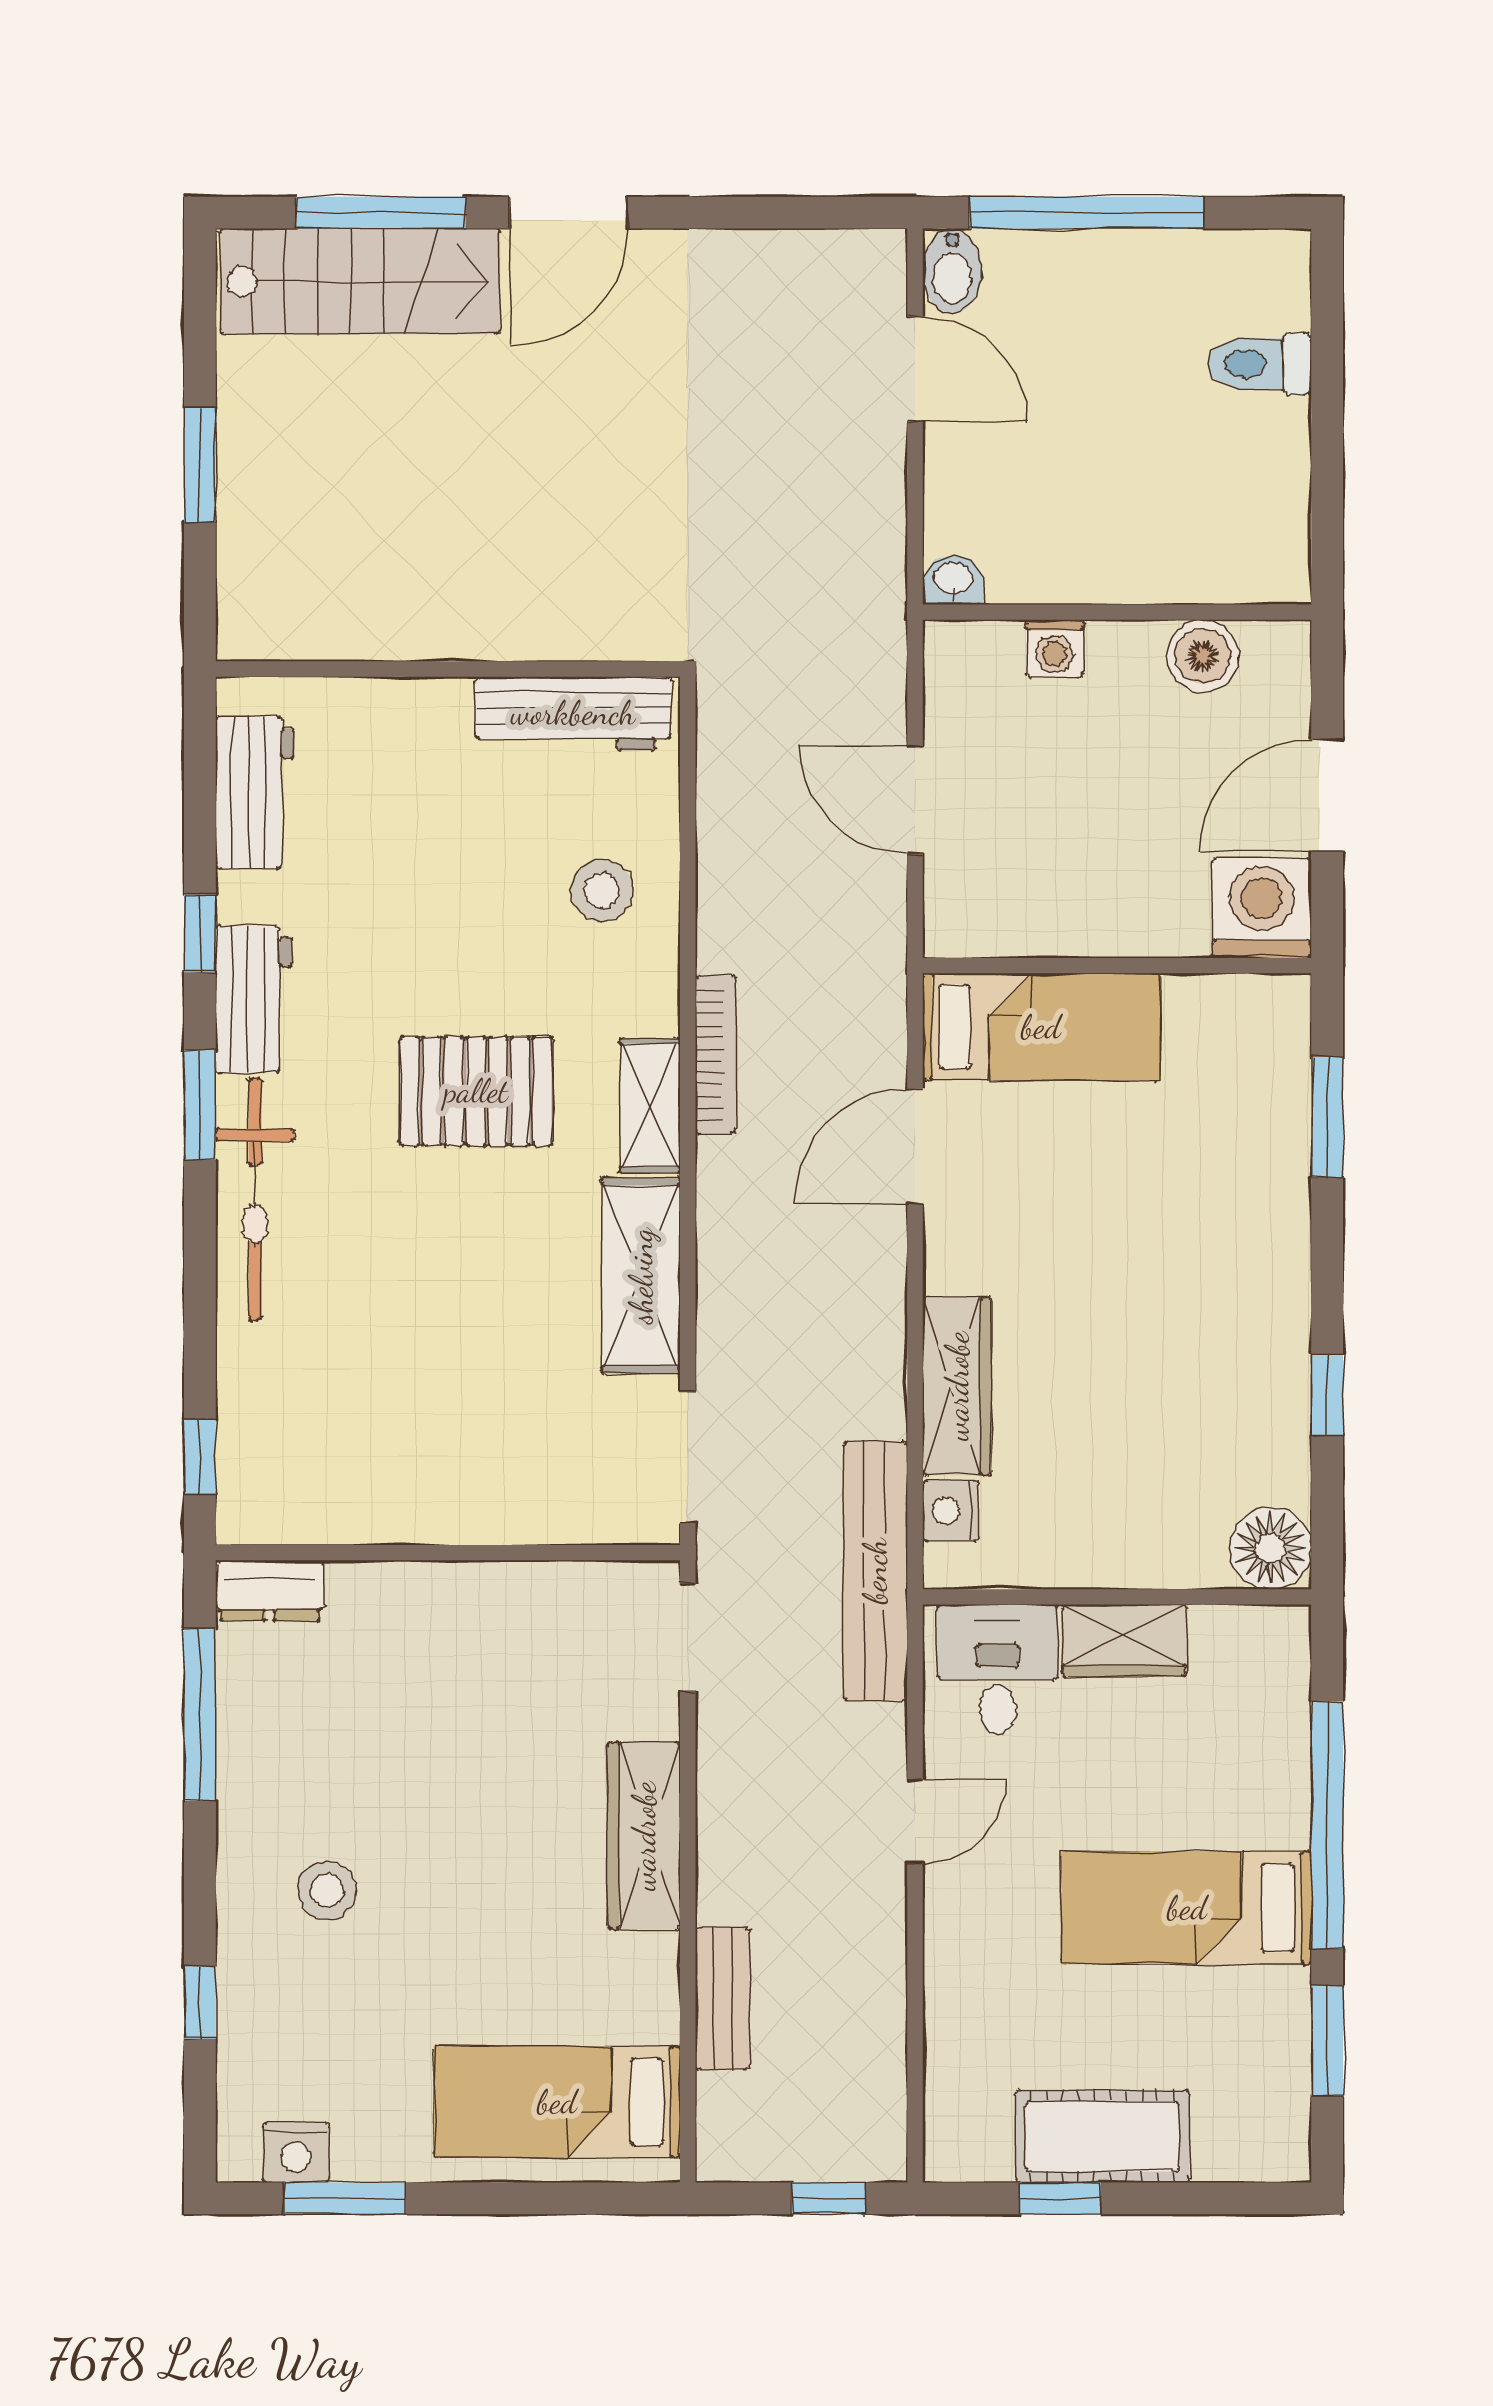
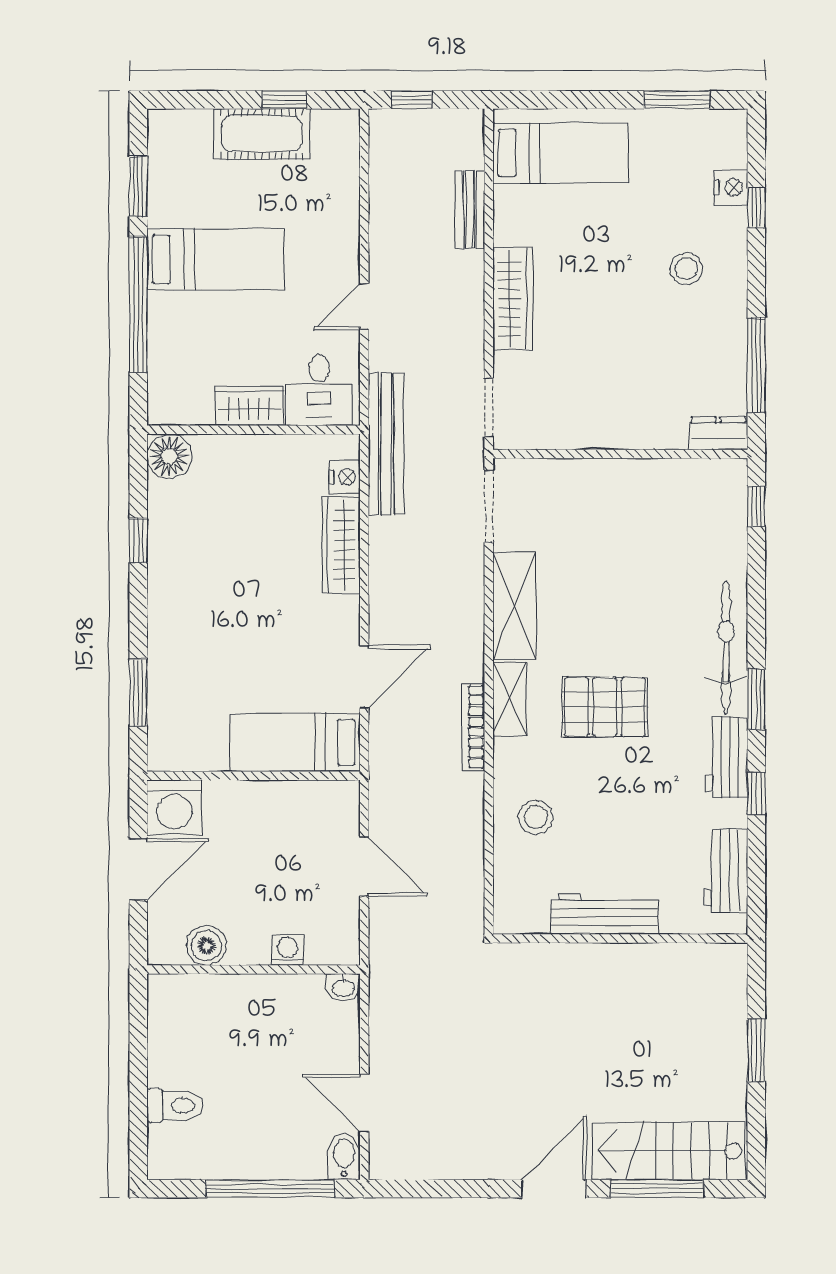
workbench: (573, 713) -> (604, 914), moved
nightstand: (296, 2152) -> (731, 187), moved, turned 90

